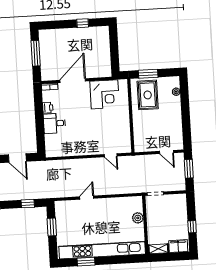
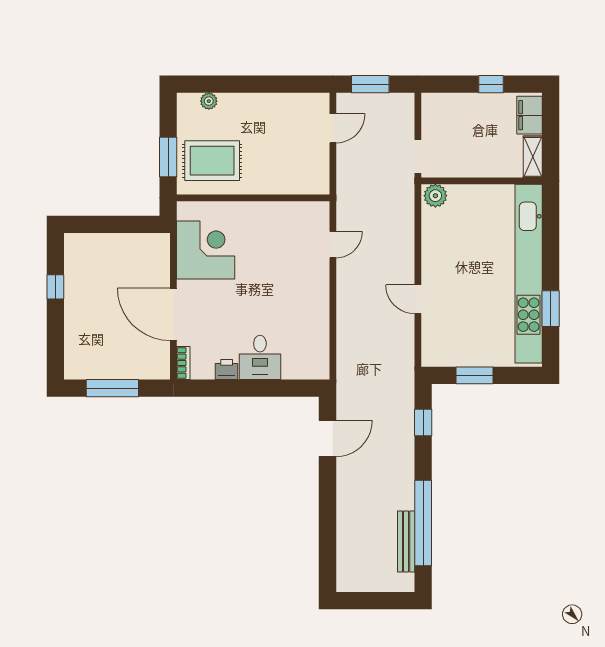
plant: (138, 218) -> (435, 196), moved

